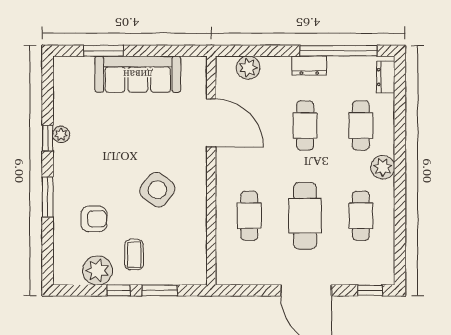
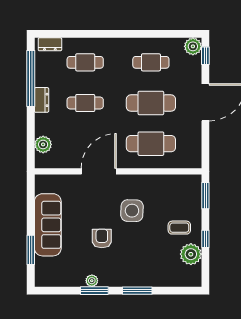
door: (211, 123) -> (99, 171), moved
window: (48, 138) -> (94, 291), width x1.50
plant: (383, 167) -> (193, 46), moved
side table: (157, 190) -> (132, 211), turned -36
cafe table: (249, 216) -> (151, 144), width x1.37, depth x1.35
armchair: (94, 219) -> (102, 238), moved
window: (160, 290) -> (205, 196), moved

